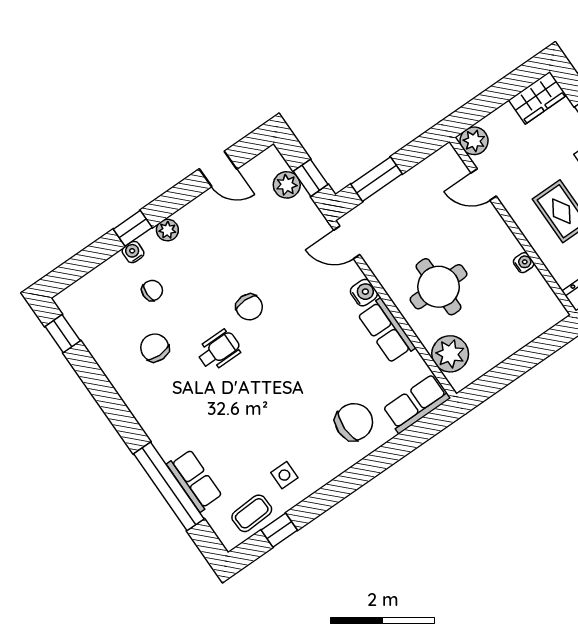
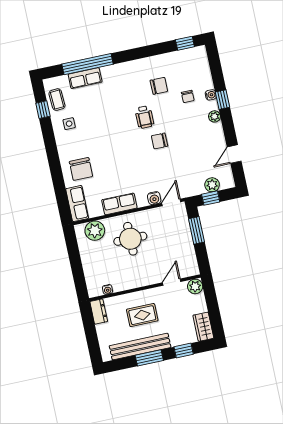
water cooler: (524, 263) -> (108, 289), moved
water cooler: (364, 293) -> (154, 198), moved

